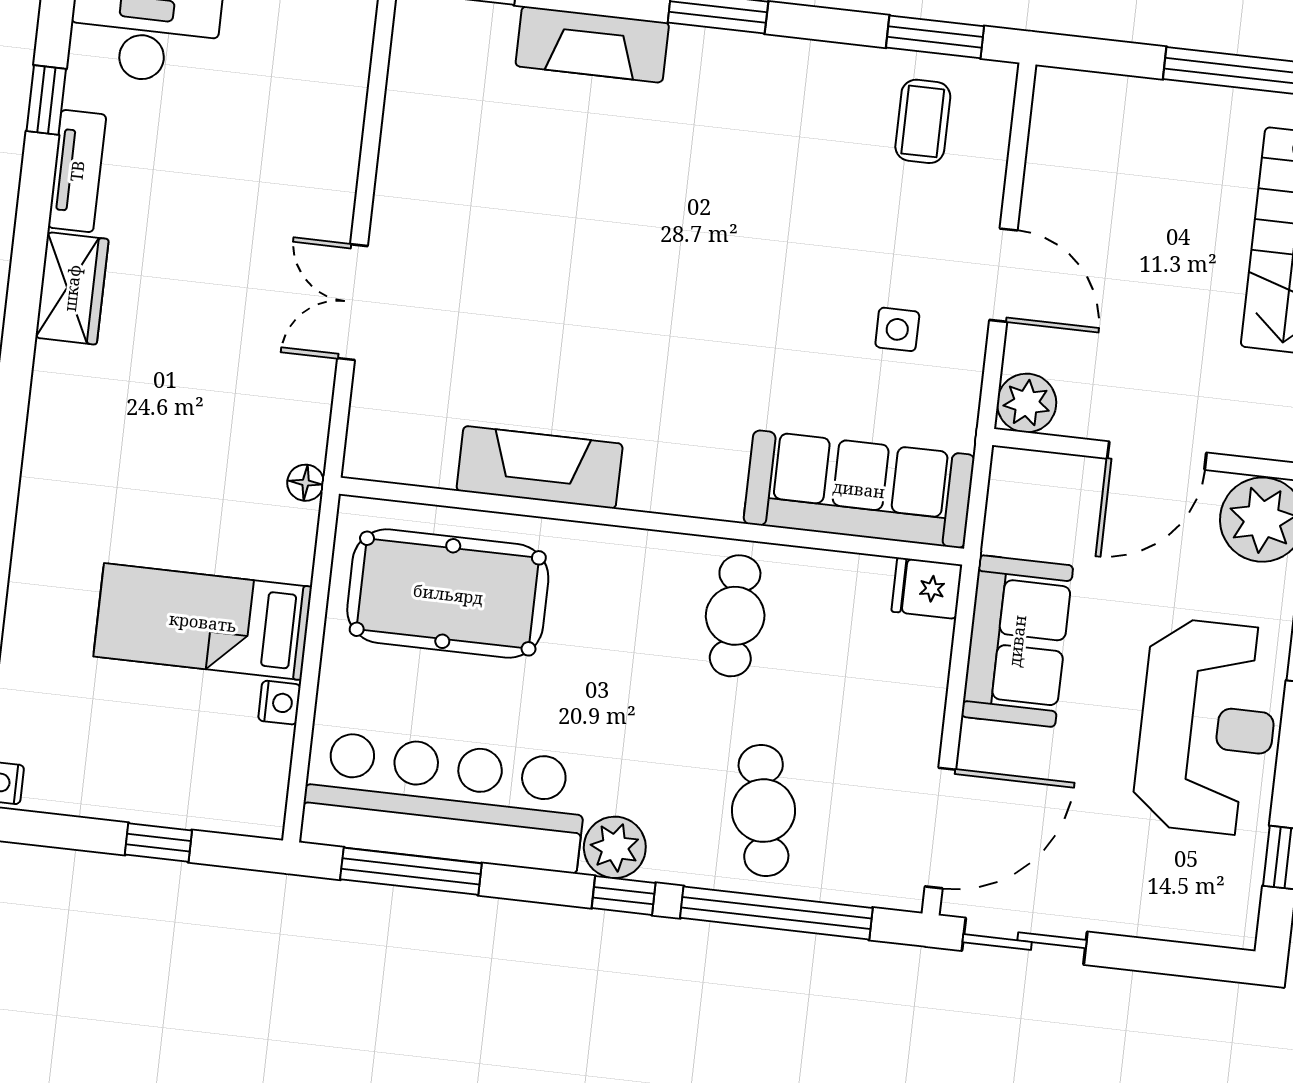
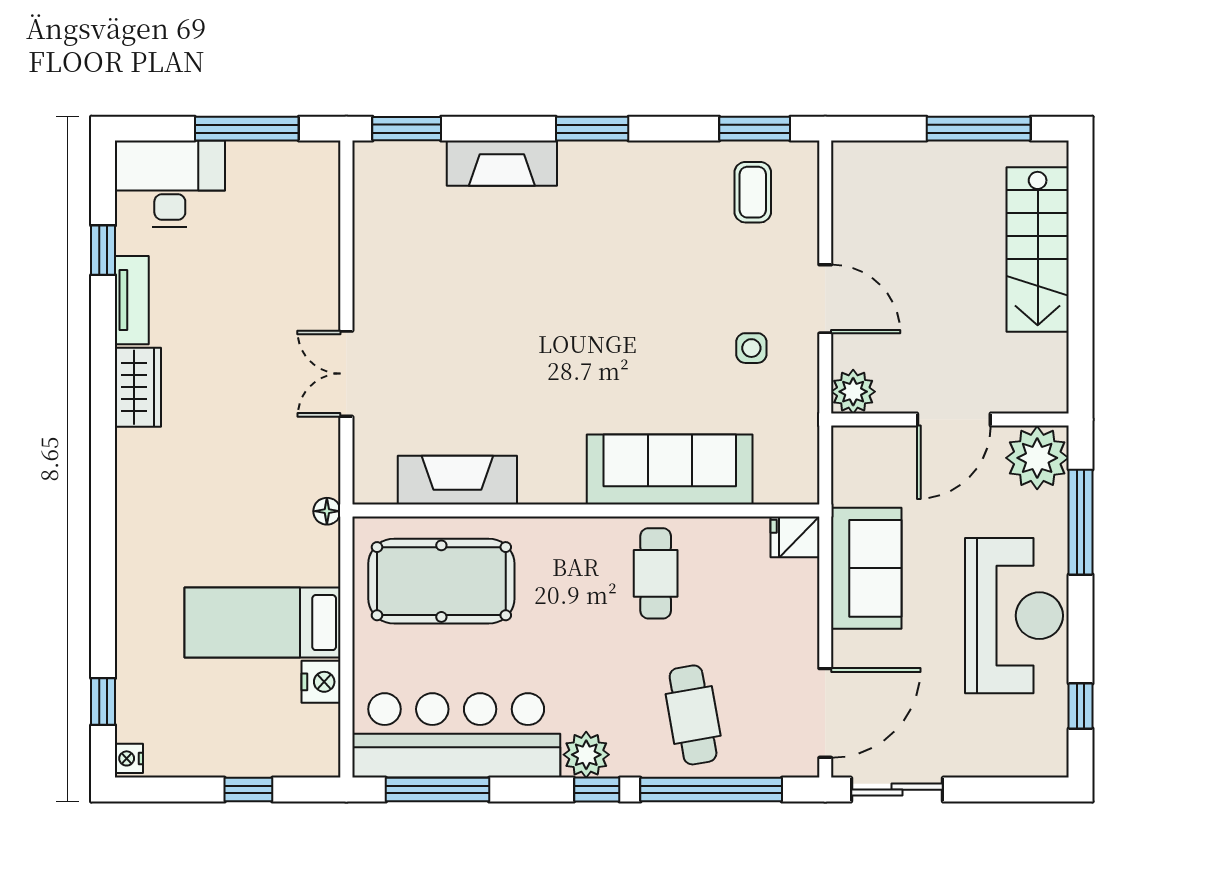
fireplace: (540, 467) -> (457, 480), moved
sofa: (859, 489) -> (670, 469), moved
nightstand: (279, 703) -> (321, 682), width x1.39, depth x1.35

